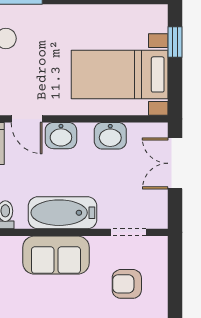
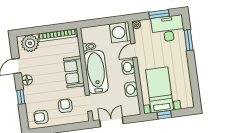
window: (175, 42) -> (164, 115), moved
double door: (175, 163) -> (111, 122), moved
bathtub: (63, 213) -> (96, 72), width x1.36, depth x1.36

